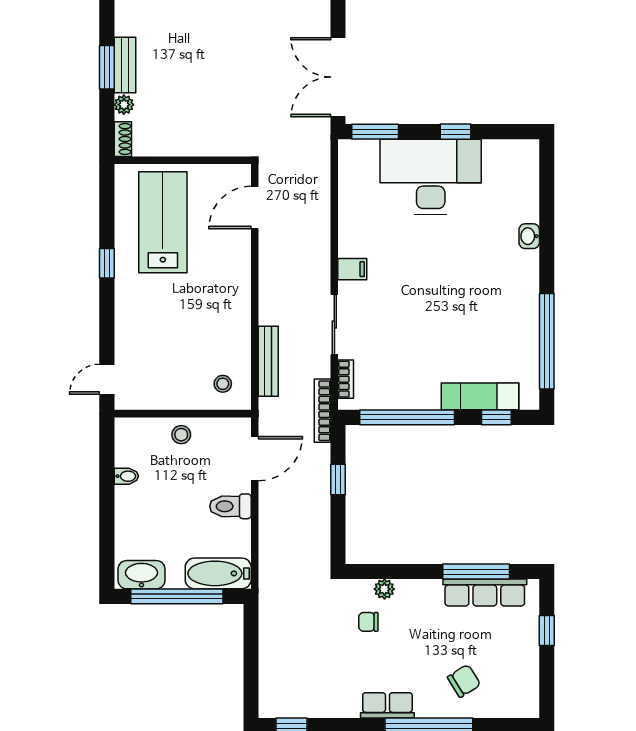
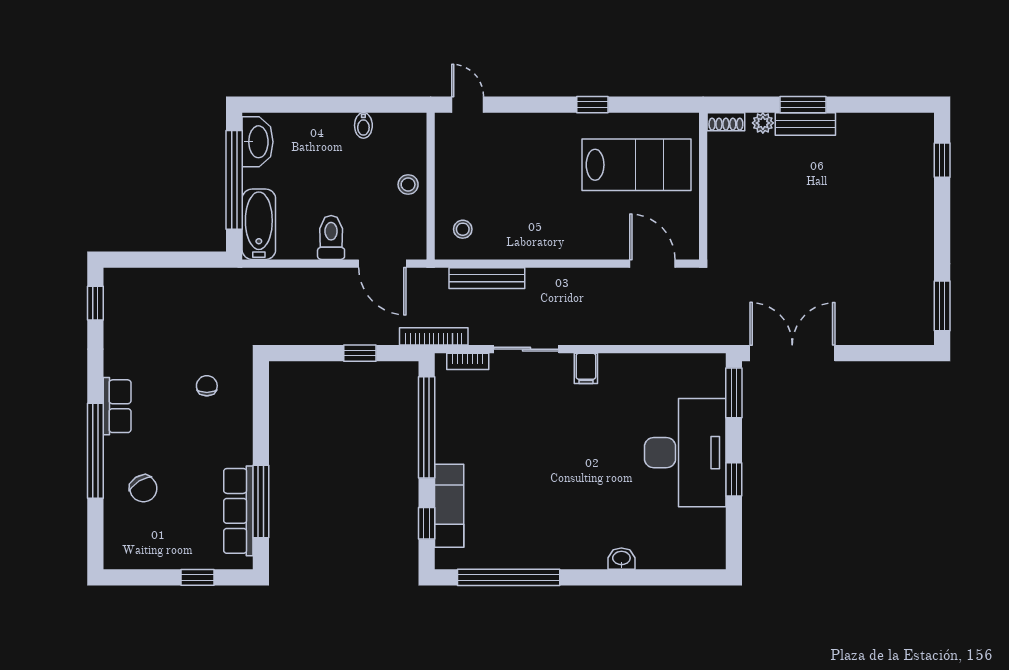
plant: (384, 589) -> (242, 403), removed

